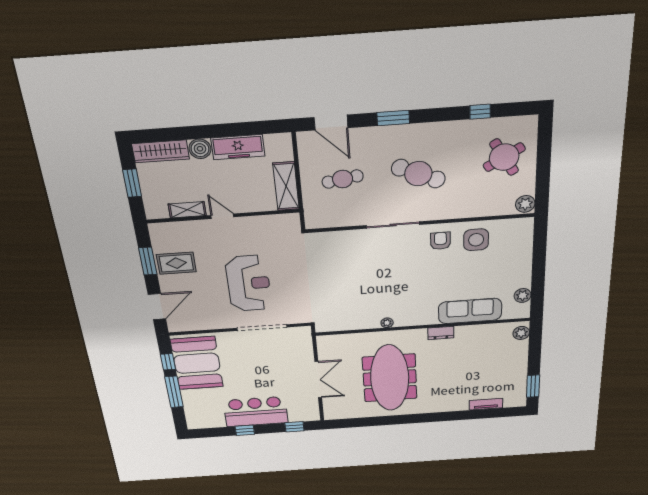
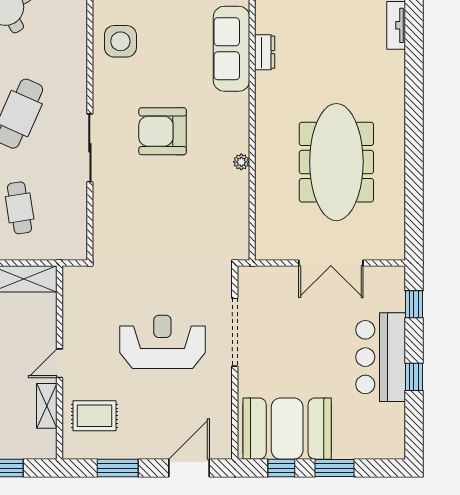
armchair: (440, 241) -> (163, 131), moved, width x1.88, depth x1.88
rug: (176, 263) -> (94, 416), moved, turned 90
door: (157, 307) -> (189, 468), hinge flipped
dresser: (441, 333) -> (265, 52), moved
meeting table: (390, 378) -> (336, 162), turned 90
double door: (318, 380) -> (331, 263), swing flipped
window: (174, 392) -> (335, 468), width x0.69

